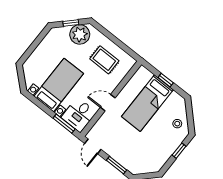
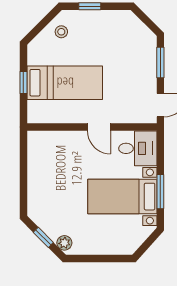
plant: (80, 34) -> (64, 243), moved, width x0.53, depth x0.53
rug: (104, 60) -> (55, 168), removed
window: (64, 124) -> (160, 192), moved

